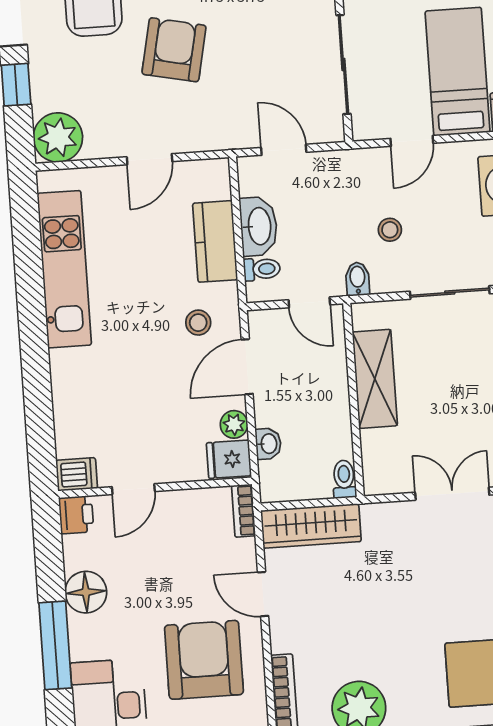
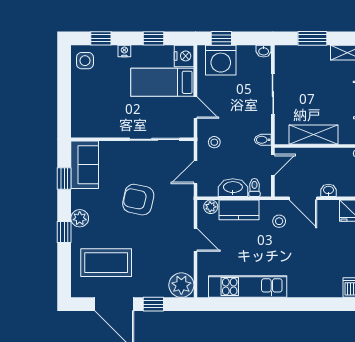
armchair: (174, 50) -> (138, 200), moved
stool: (390, 230) -> (214, 142), moved
plant: (234, 424) -> (211, 207), moved
washbasin: (268, 444) -> (328, 190), moved

